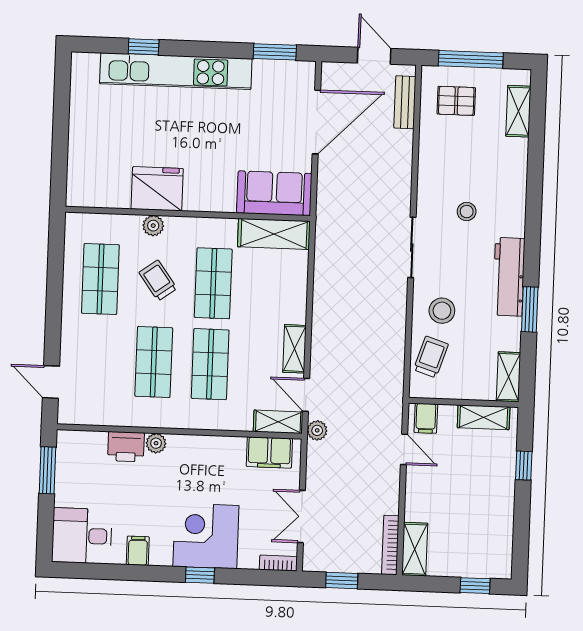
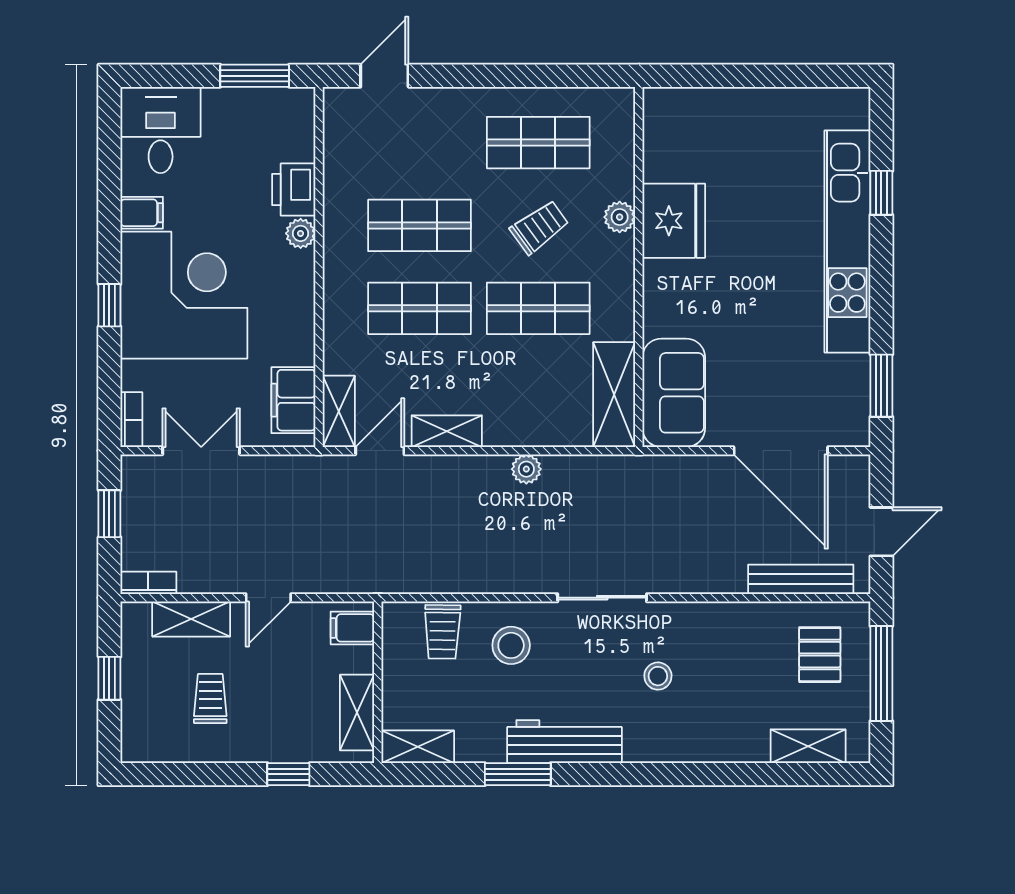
bench: (405, 102) -> (801, 579), width x1.36
trolley: (431, 357) -> (442, 632), turned 73
plant: (317, 430) -> (526, 469), moved
door: (404, 449) -> (268, 598), moved
trolley: (470, 517) -> (210, 698), added
corner desk: (206, 536) -> (184, 295), width x1.36, depth x1.36
bookcase: (390, 545) -> (148, 583), width x0.64
shelving: (415, 549) -> (191, 619), moved
window: (475, 586) -> (109, 678), moved

